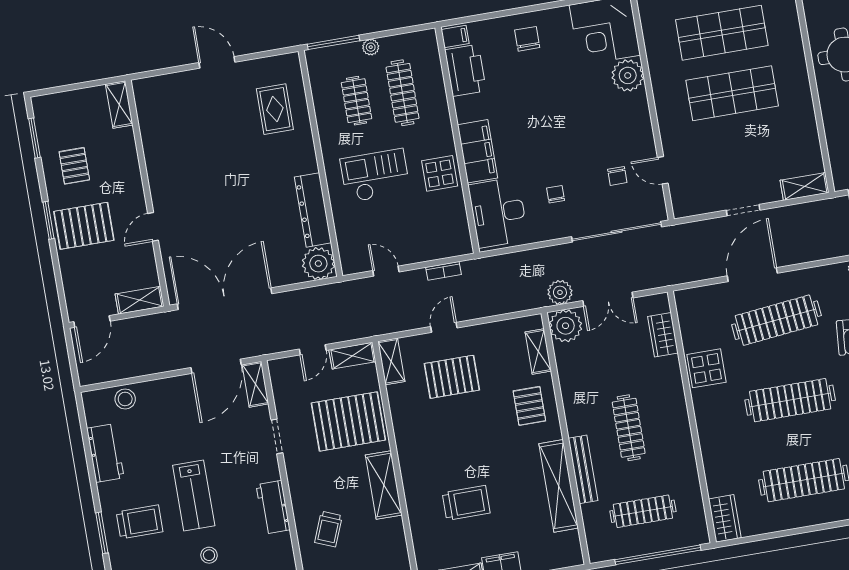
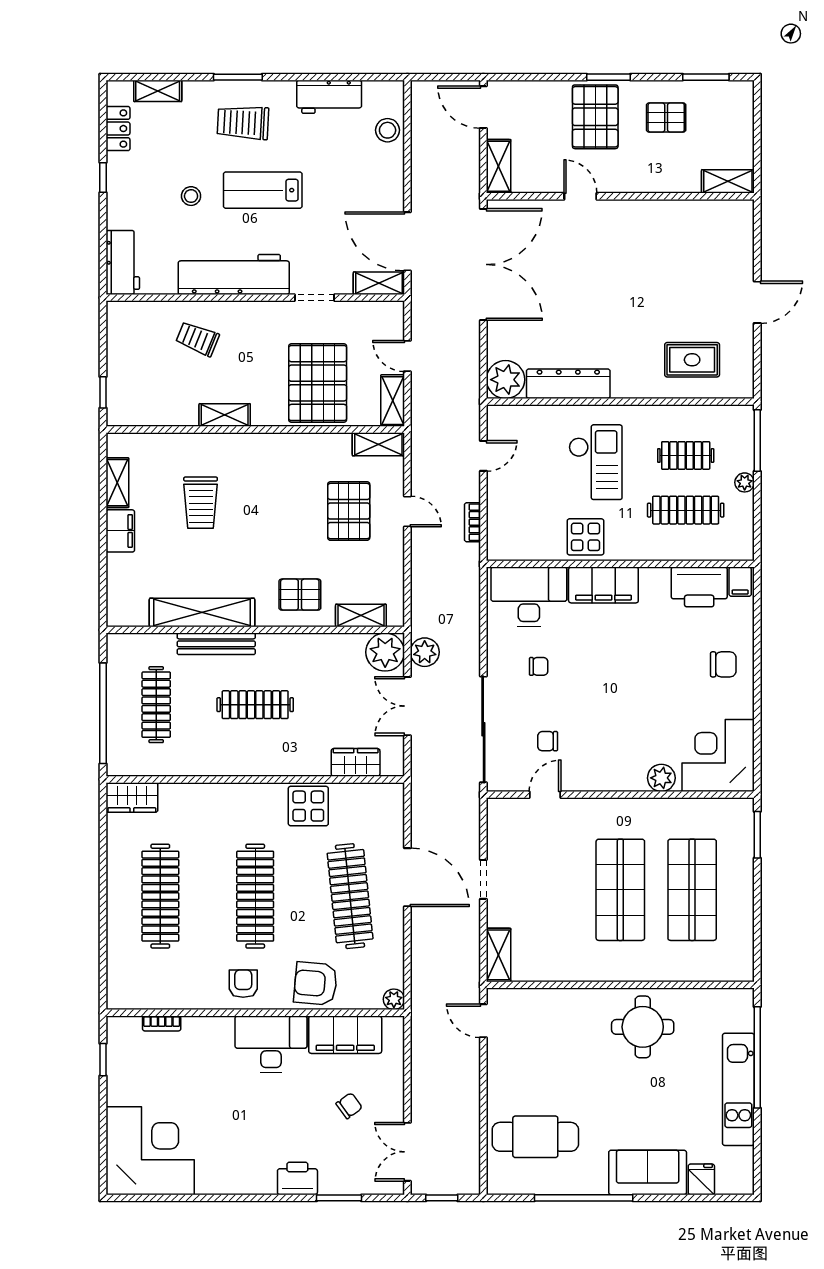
plant: (628, 75) -> (661, 778), width x0.73, depth x0.73
shelving: (384, 485) -> (225, 415), width x0.67, depth x0.75
workbench: (273, 507) -> (234, 274), width x1.88, depth x1.32
trolley: (140, 522) -> (243, 123), turned 93

